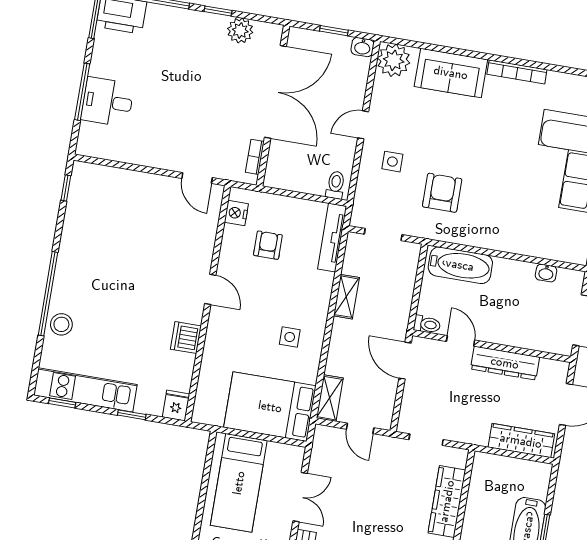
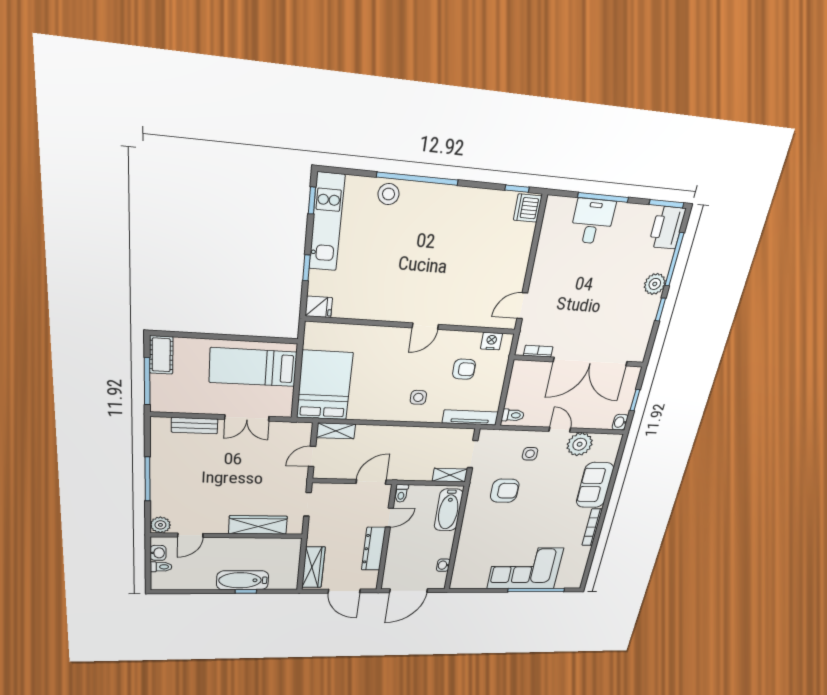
plant: (240, 31) -> (655, 284), moved
plant: (394, 60) -> (580, 444), moved
shelving: (346, 297) -> (450, 475), moved
side table: (290, 337) -> (418, 397), moved
dishwasher: (186, 338) -> (528, 208), moved, turned -90

